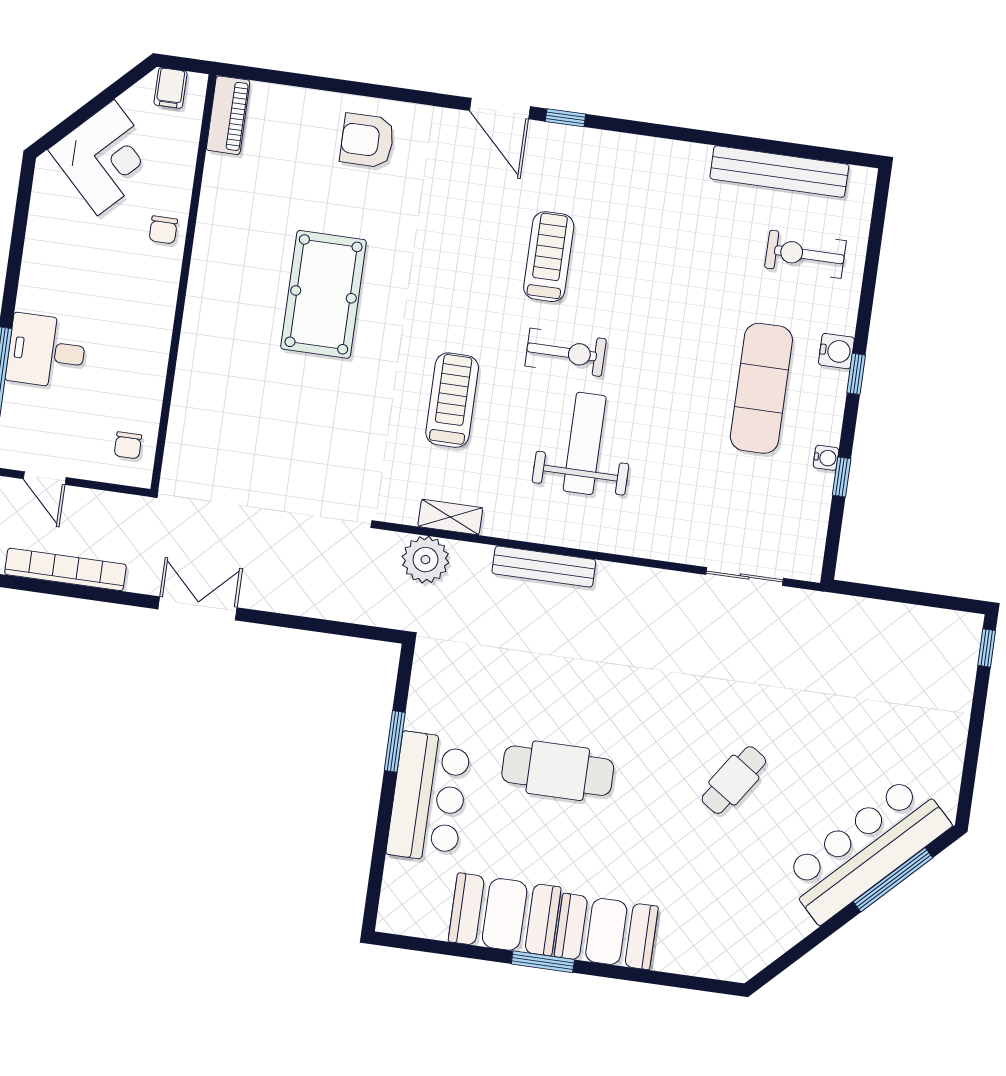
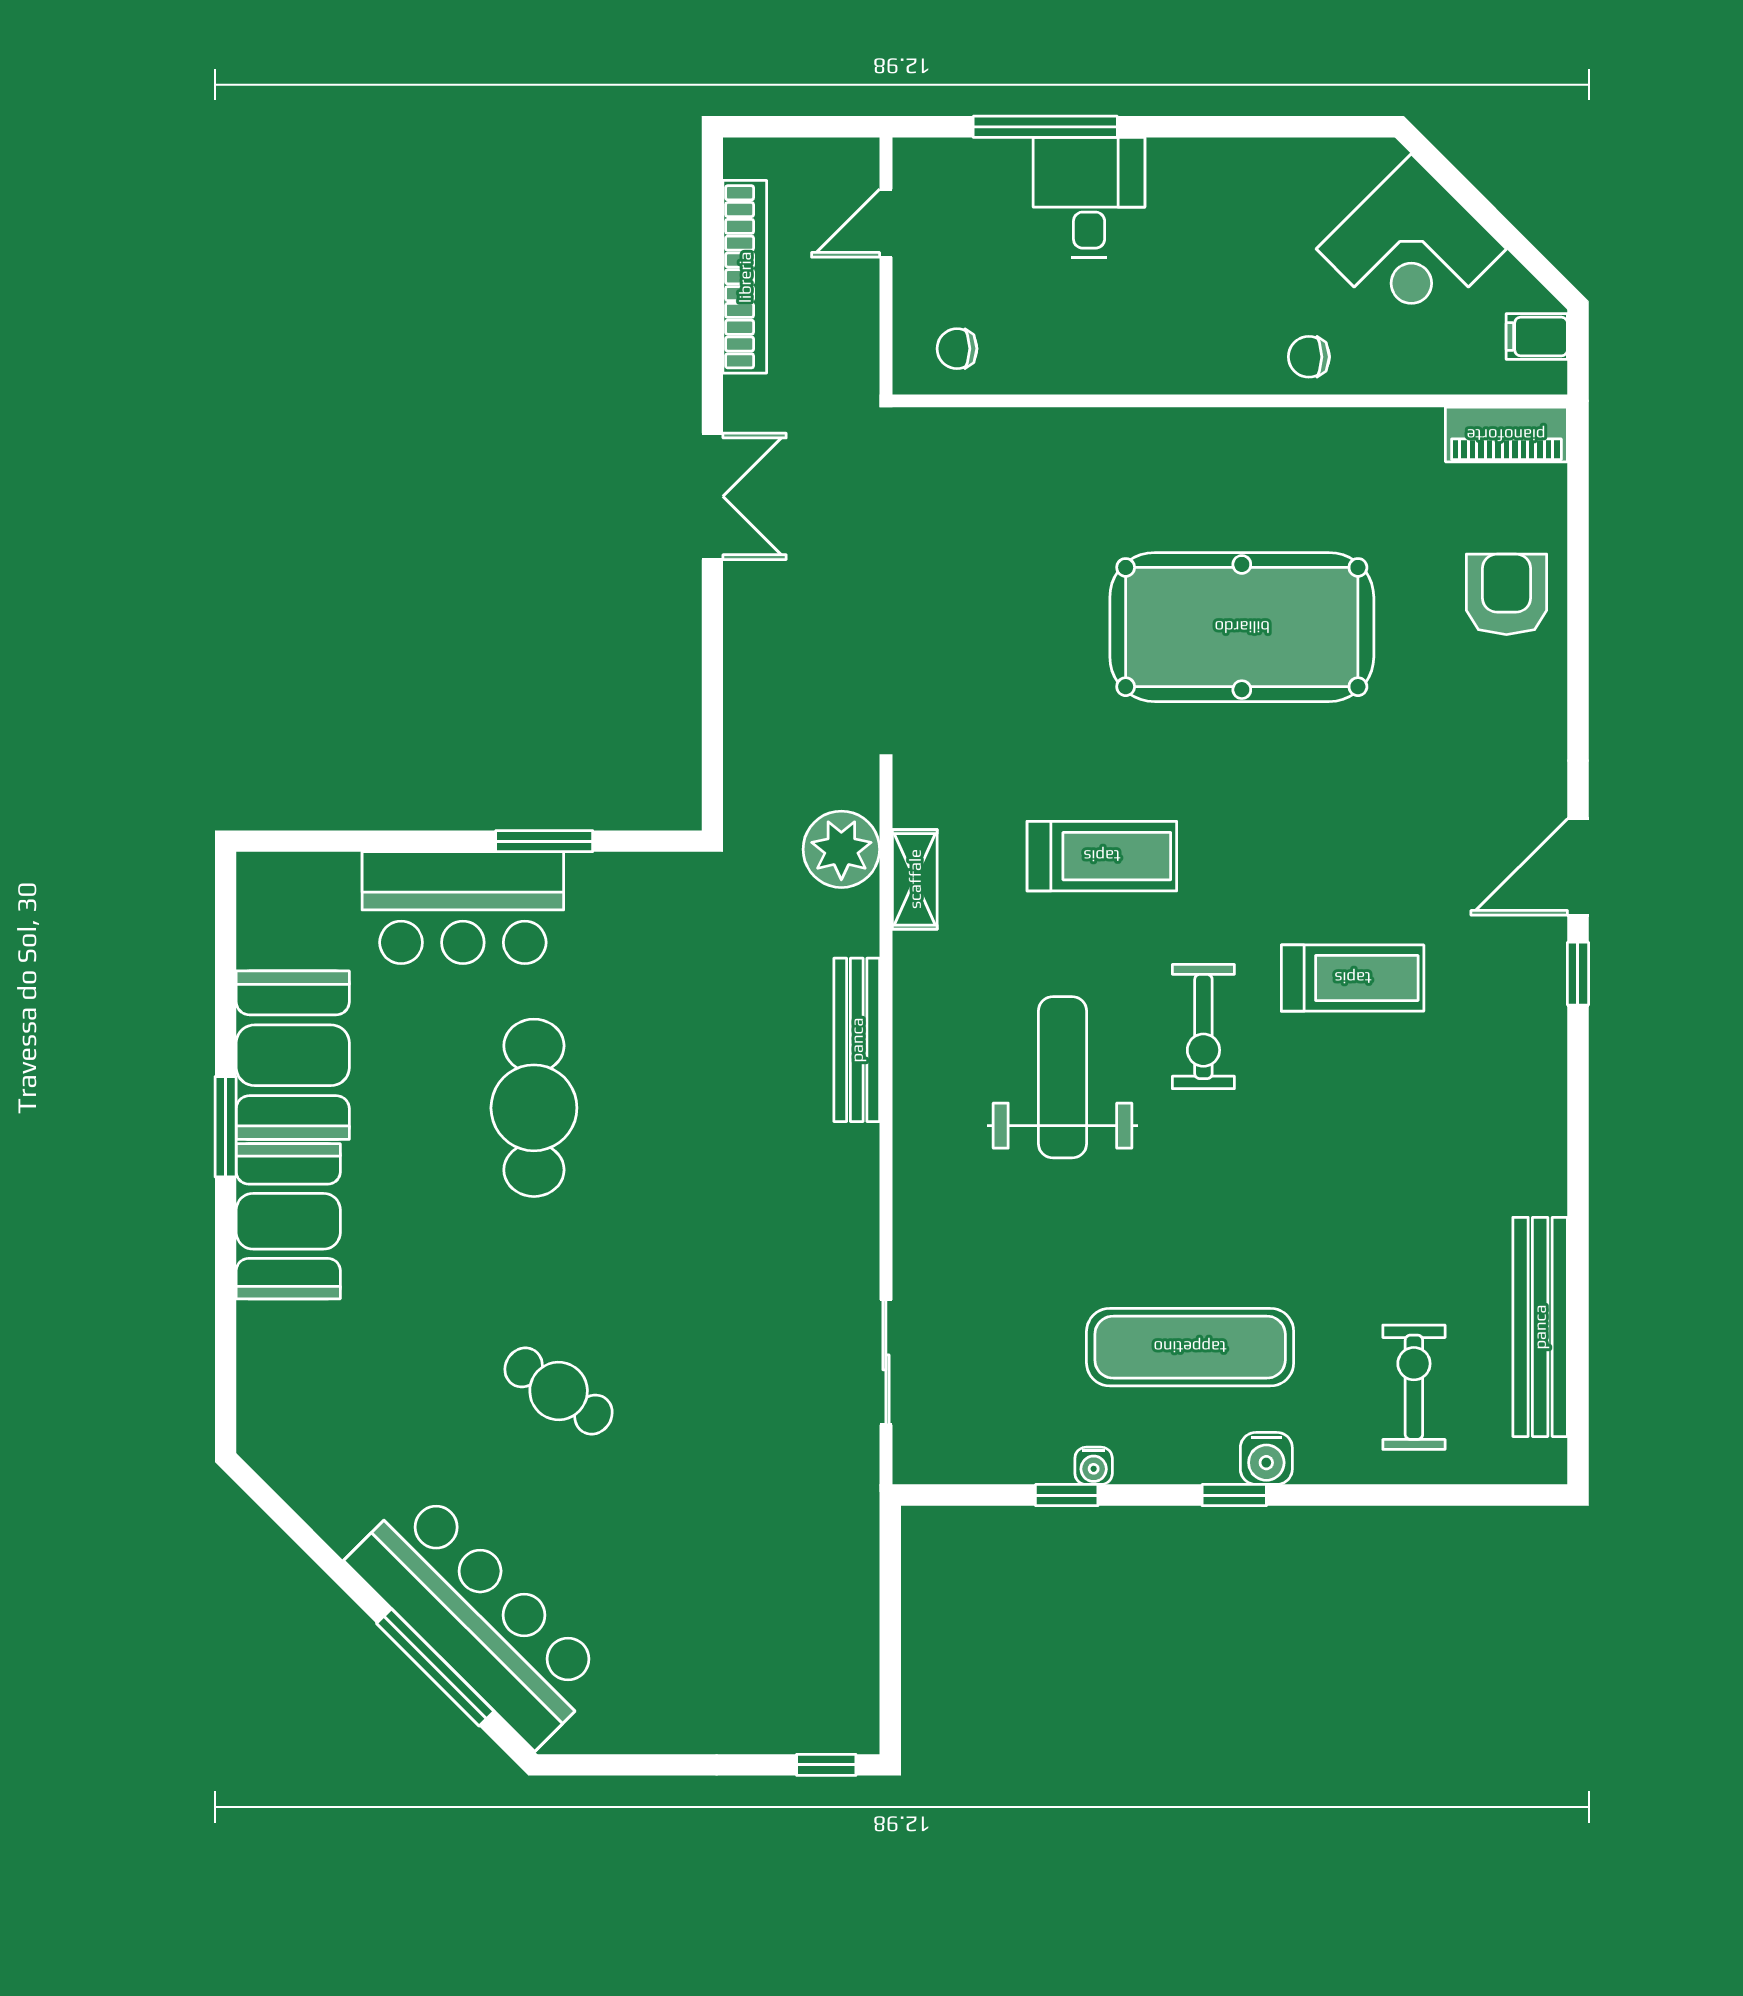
armchair: (367, 140) -> (1506, 594), moved
pool table: (324, 294) -> (1242, 627), width x1.36, depth x1.32
weight bench: (585, 443) -> (1062, 1077), turned -90

